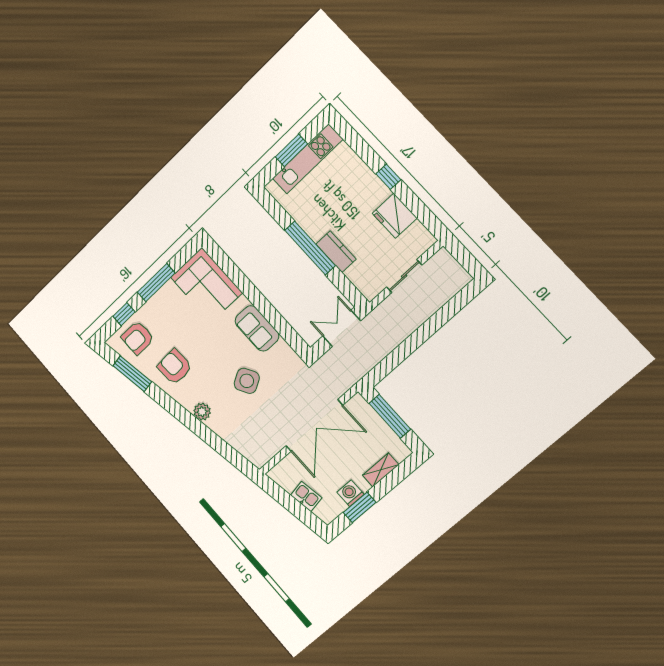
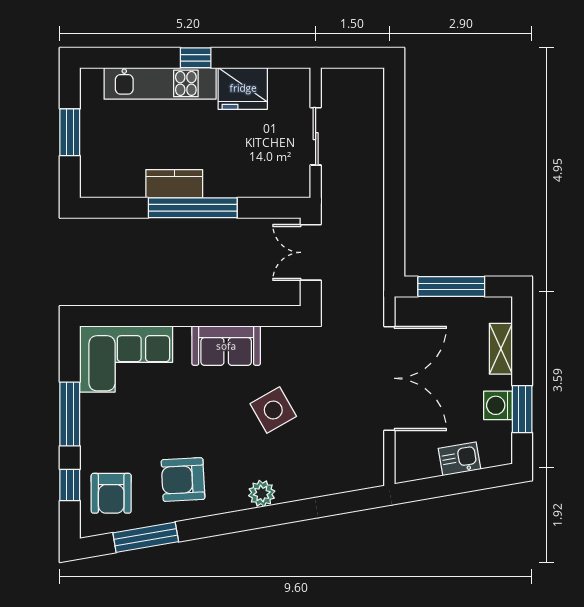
kitchen unit: (308, 159) -> (160, 83), moved, turned 90
kitchen counter: (336, 252) -> (174, 184), moved

